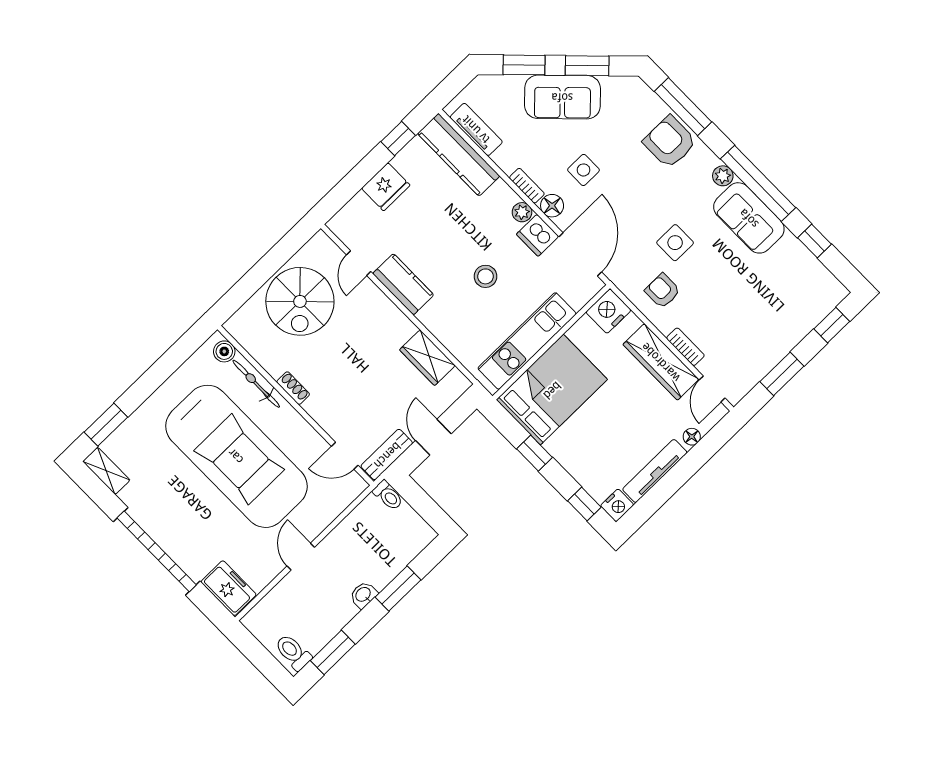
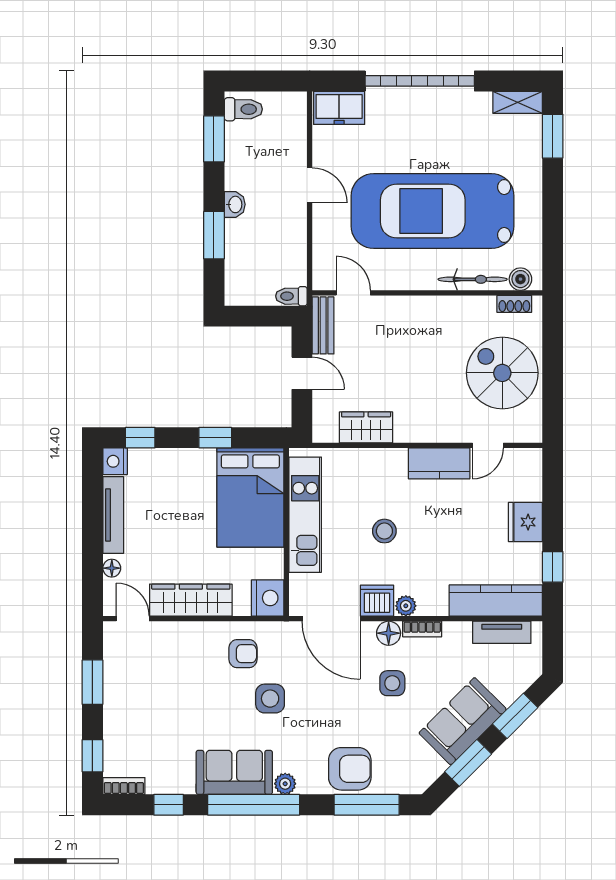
door: (359, 263) -> (488, 445), swing flipped
bookcase: (685, 347) -> (124, 786), moved, turned 180
shoe rack: (293, 388) -> (514, 304), moved
door: (345, 456) -> (353, 293), hinge flipped

